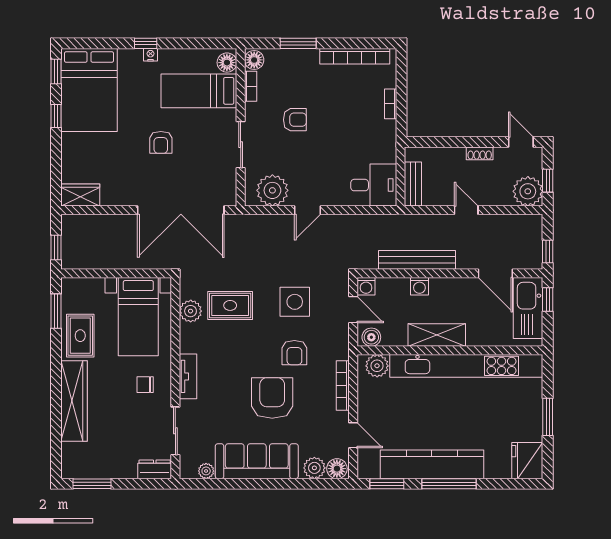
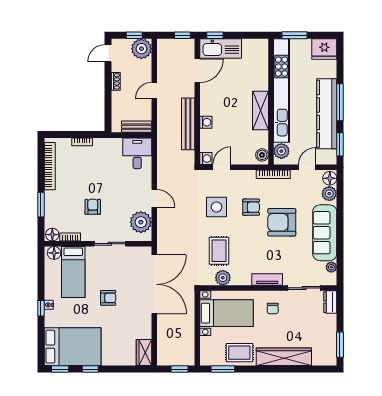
shelving: (437, 335) -> (260, 111), moved
boiler: (371, 337) -> (262, 155), moved
wall: (450, 350) -> (271, 102), moved
plant: (377, 366) -> (281, 151), moved
kitchen unit: (466, 366) -> (281, 90), moved

